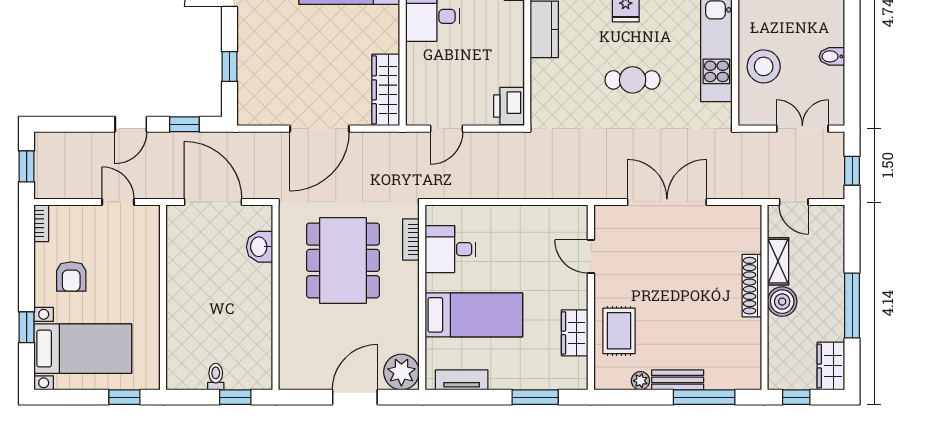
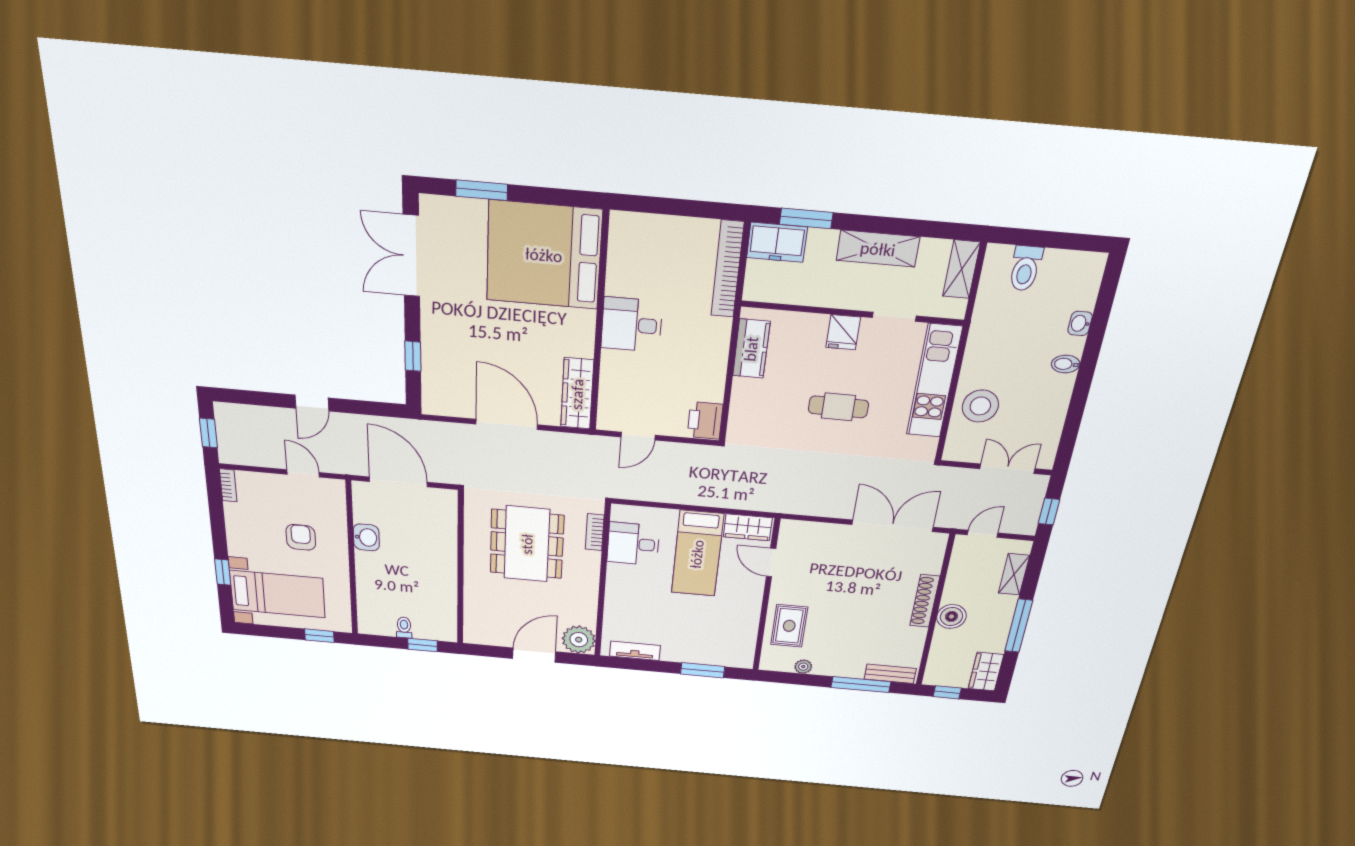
bidet: (832, 56) -> (1066, 364), moved
window: (184, 124) -> (367, 408), removed
door: (320, 129) -> (507, 424), swing flipped
double door: (667, 202) -> (893, 526), moved
door: (794, 202) -> (983, 534), swing flipped
washbasin: (259, 247) -> (366, 537), moved, turned 180
shelving: (778, 261) -> (1014, 574), moved
armchair: (71, 276) -> (301, 537), moved, turned 180
bed: (474, 315) -> (697, 554), moved, turned 90
wardrobe: (575, 333) -> (748, 527), moved, turned -90
bench: (678, 380) -> (890, 674), moved

